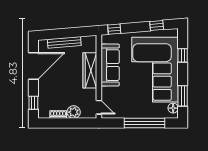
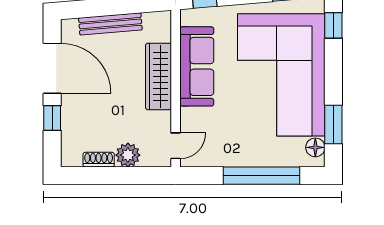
window: (183, 55) -> (333, 25), moved
door: (33, 66) -> (52, 68), hinge flipped
window: (33, 103) -> (52, 118), moved
door: (99, 107) -> (176, 146), hinge flipped

